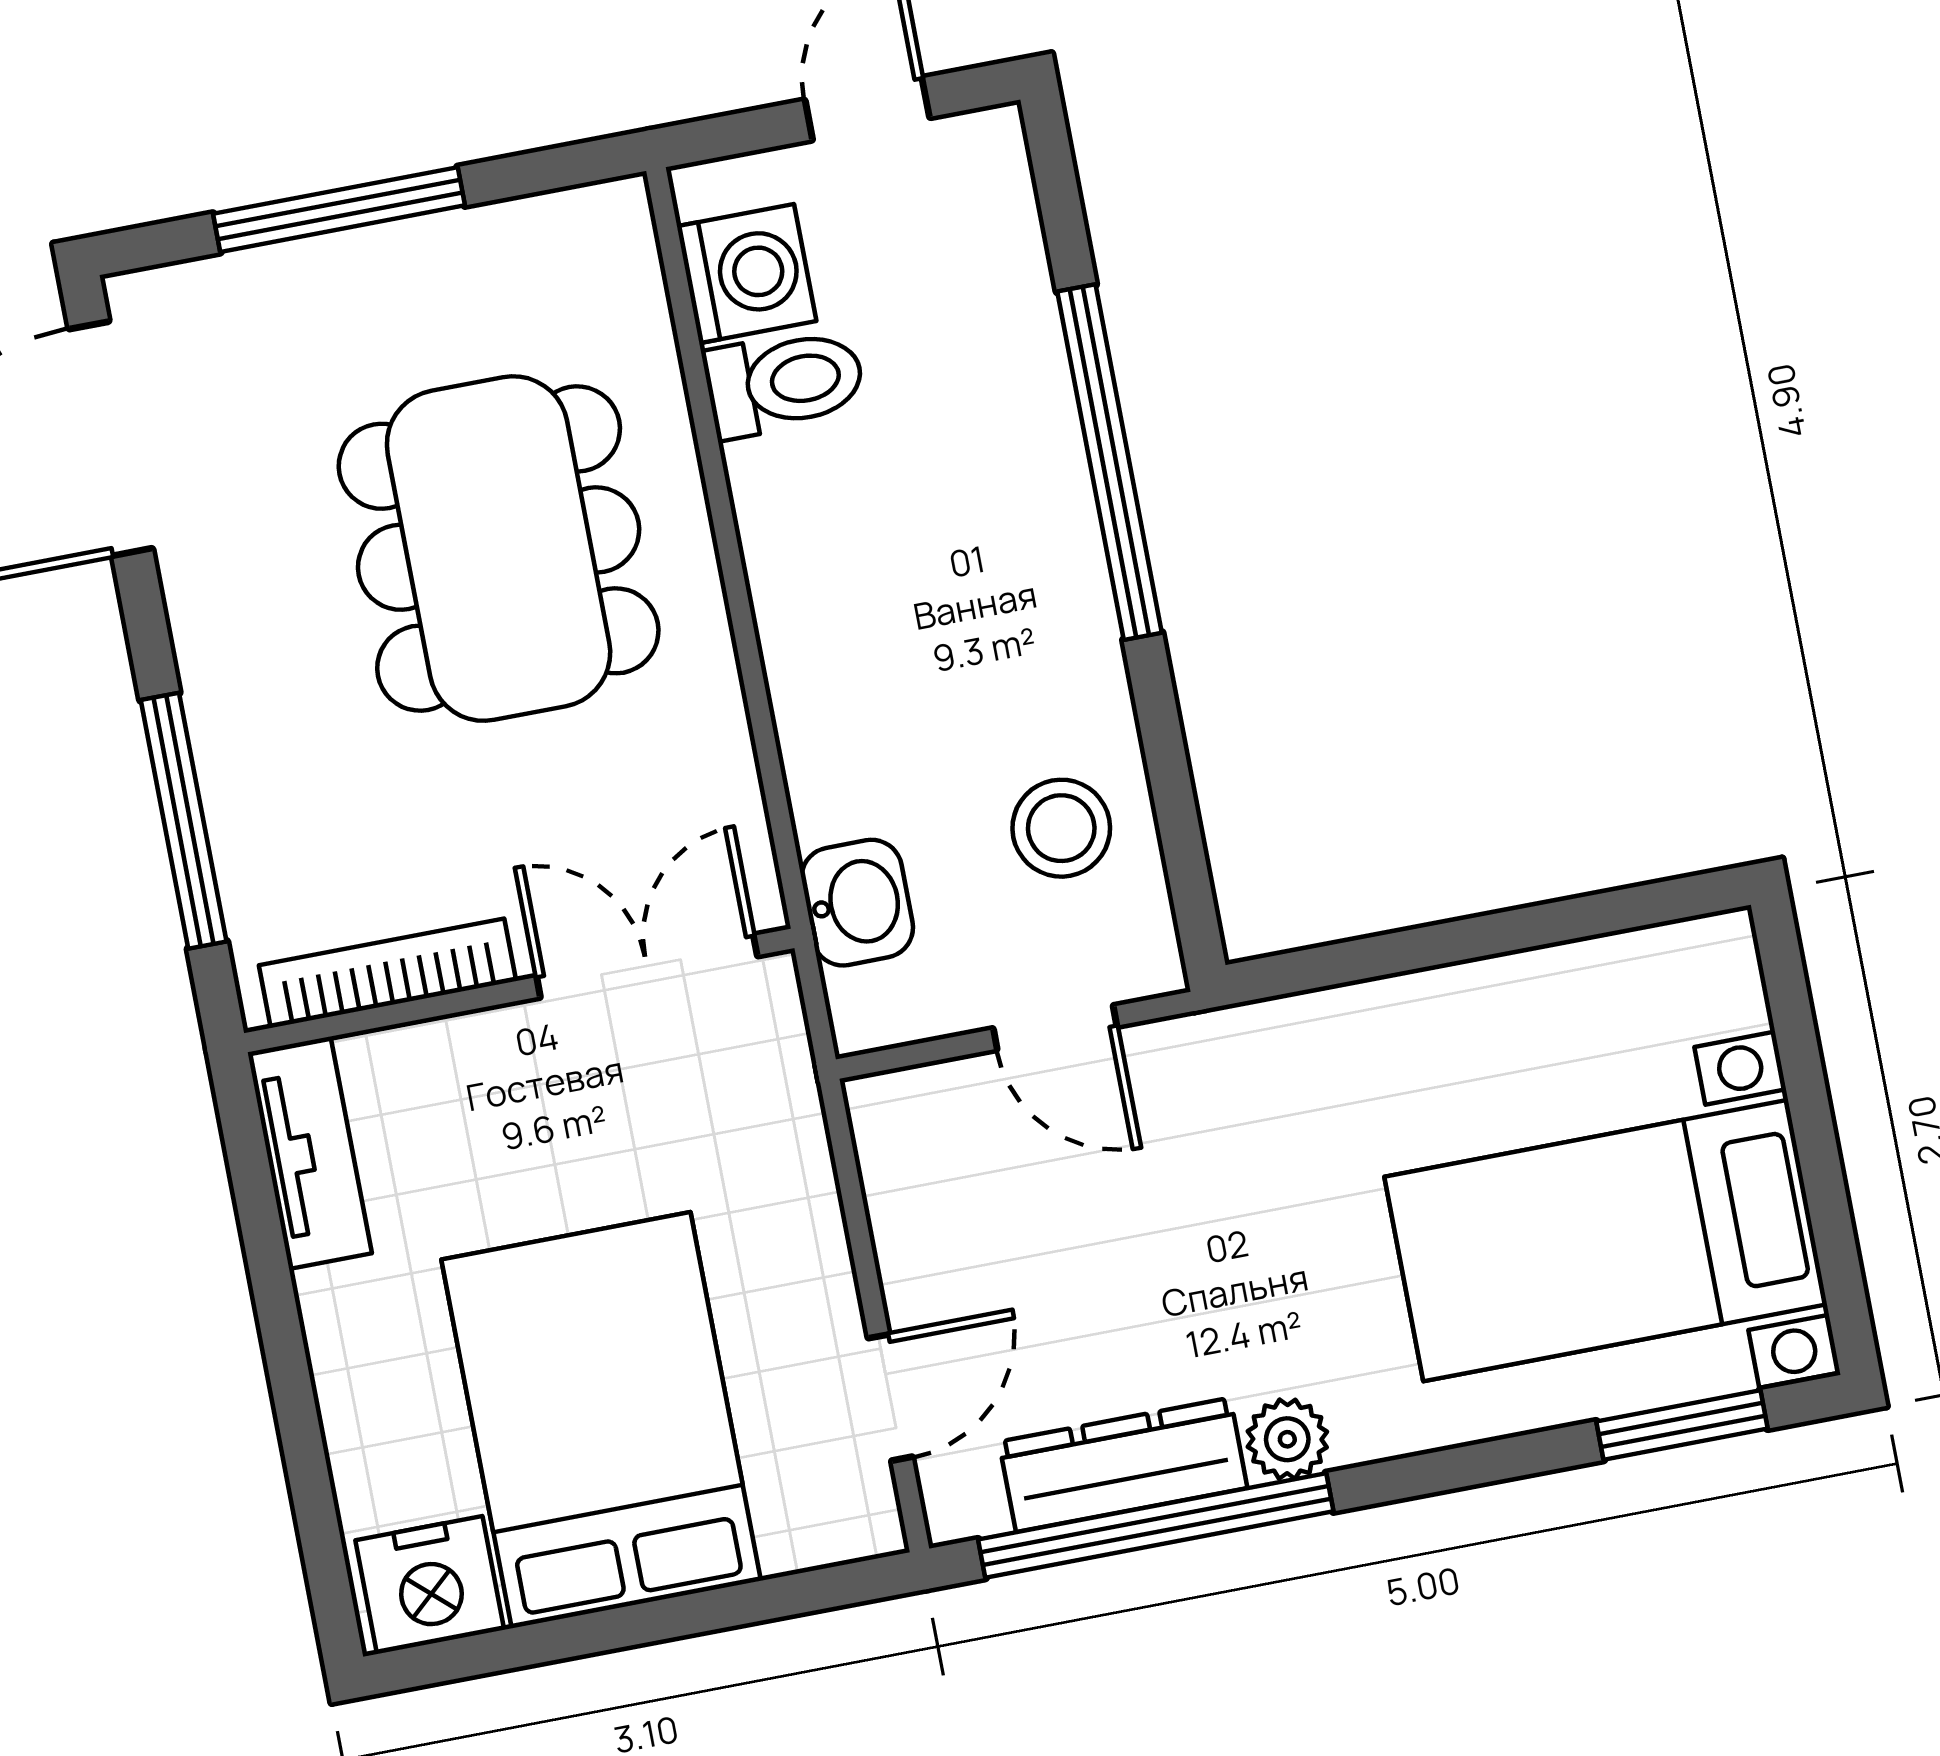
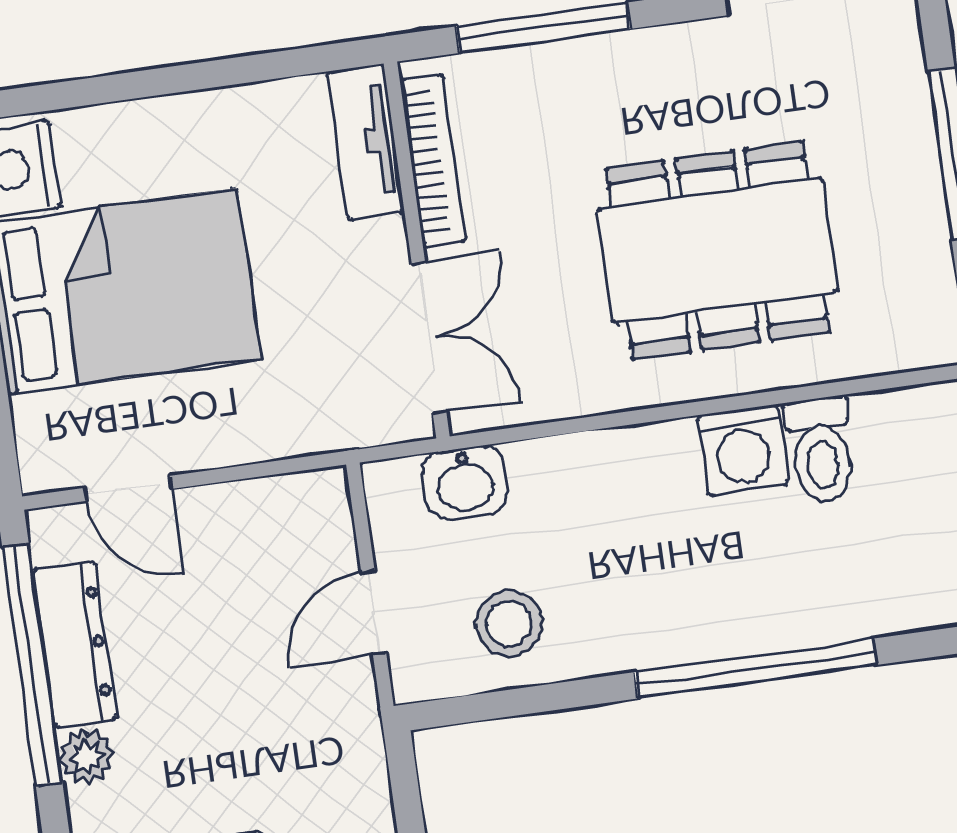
washing machine: (747, 274) -> (743, 450), moved
tv unit: (310, 1153) -> (366, 142), moved, turned 90

